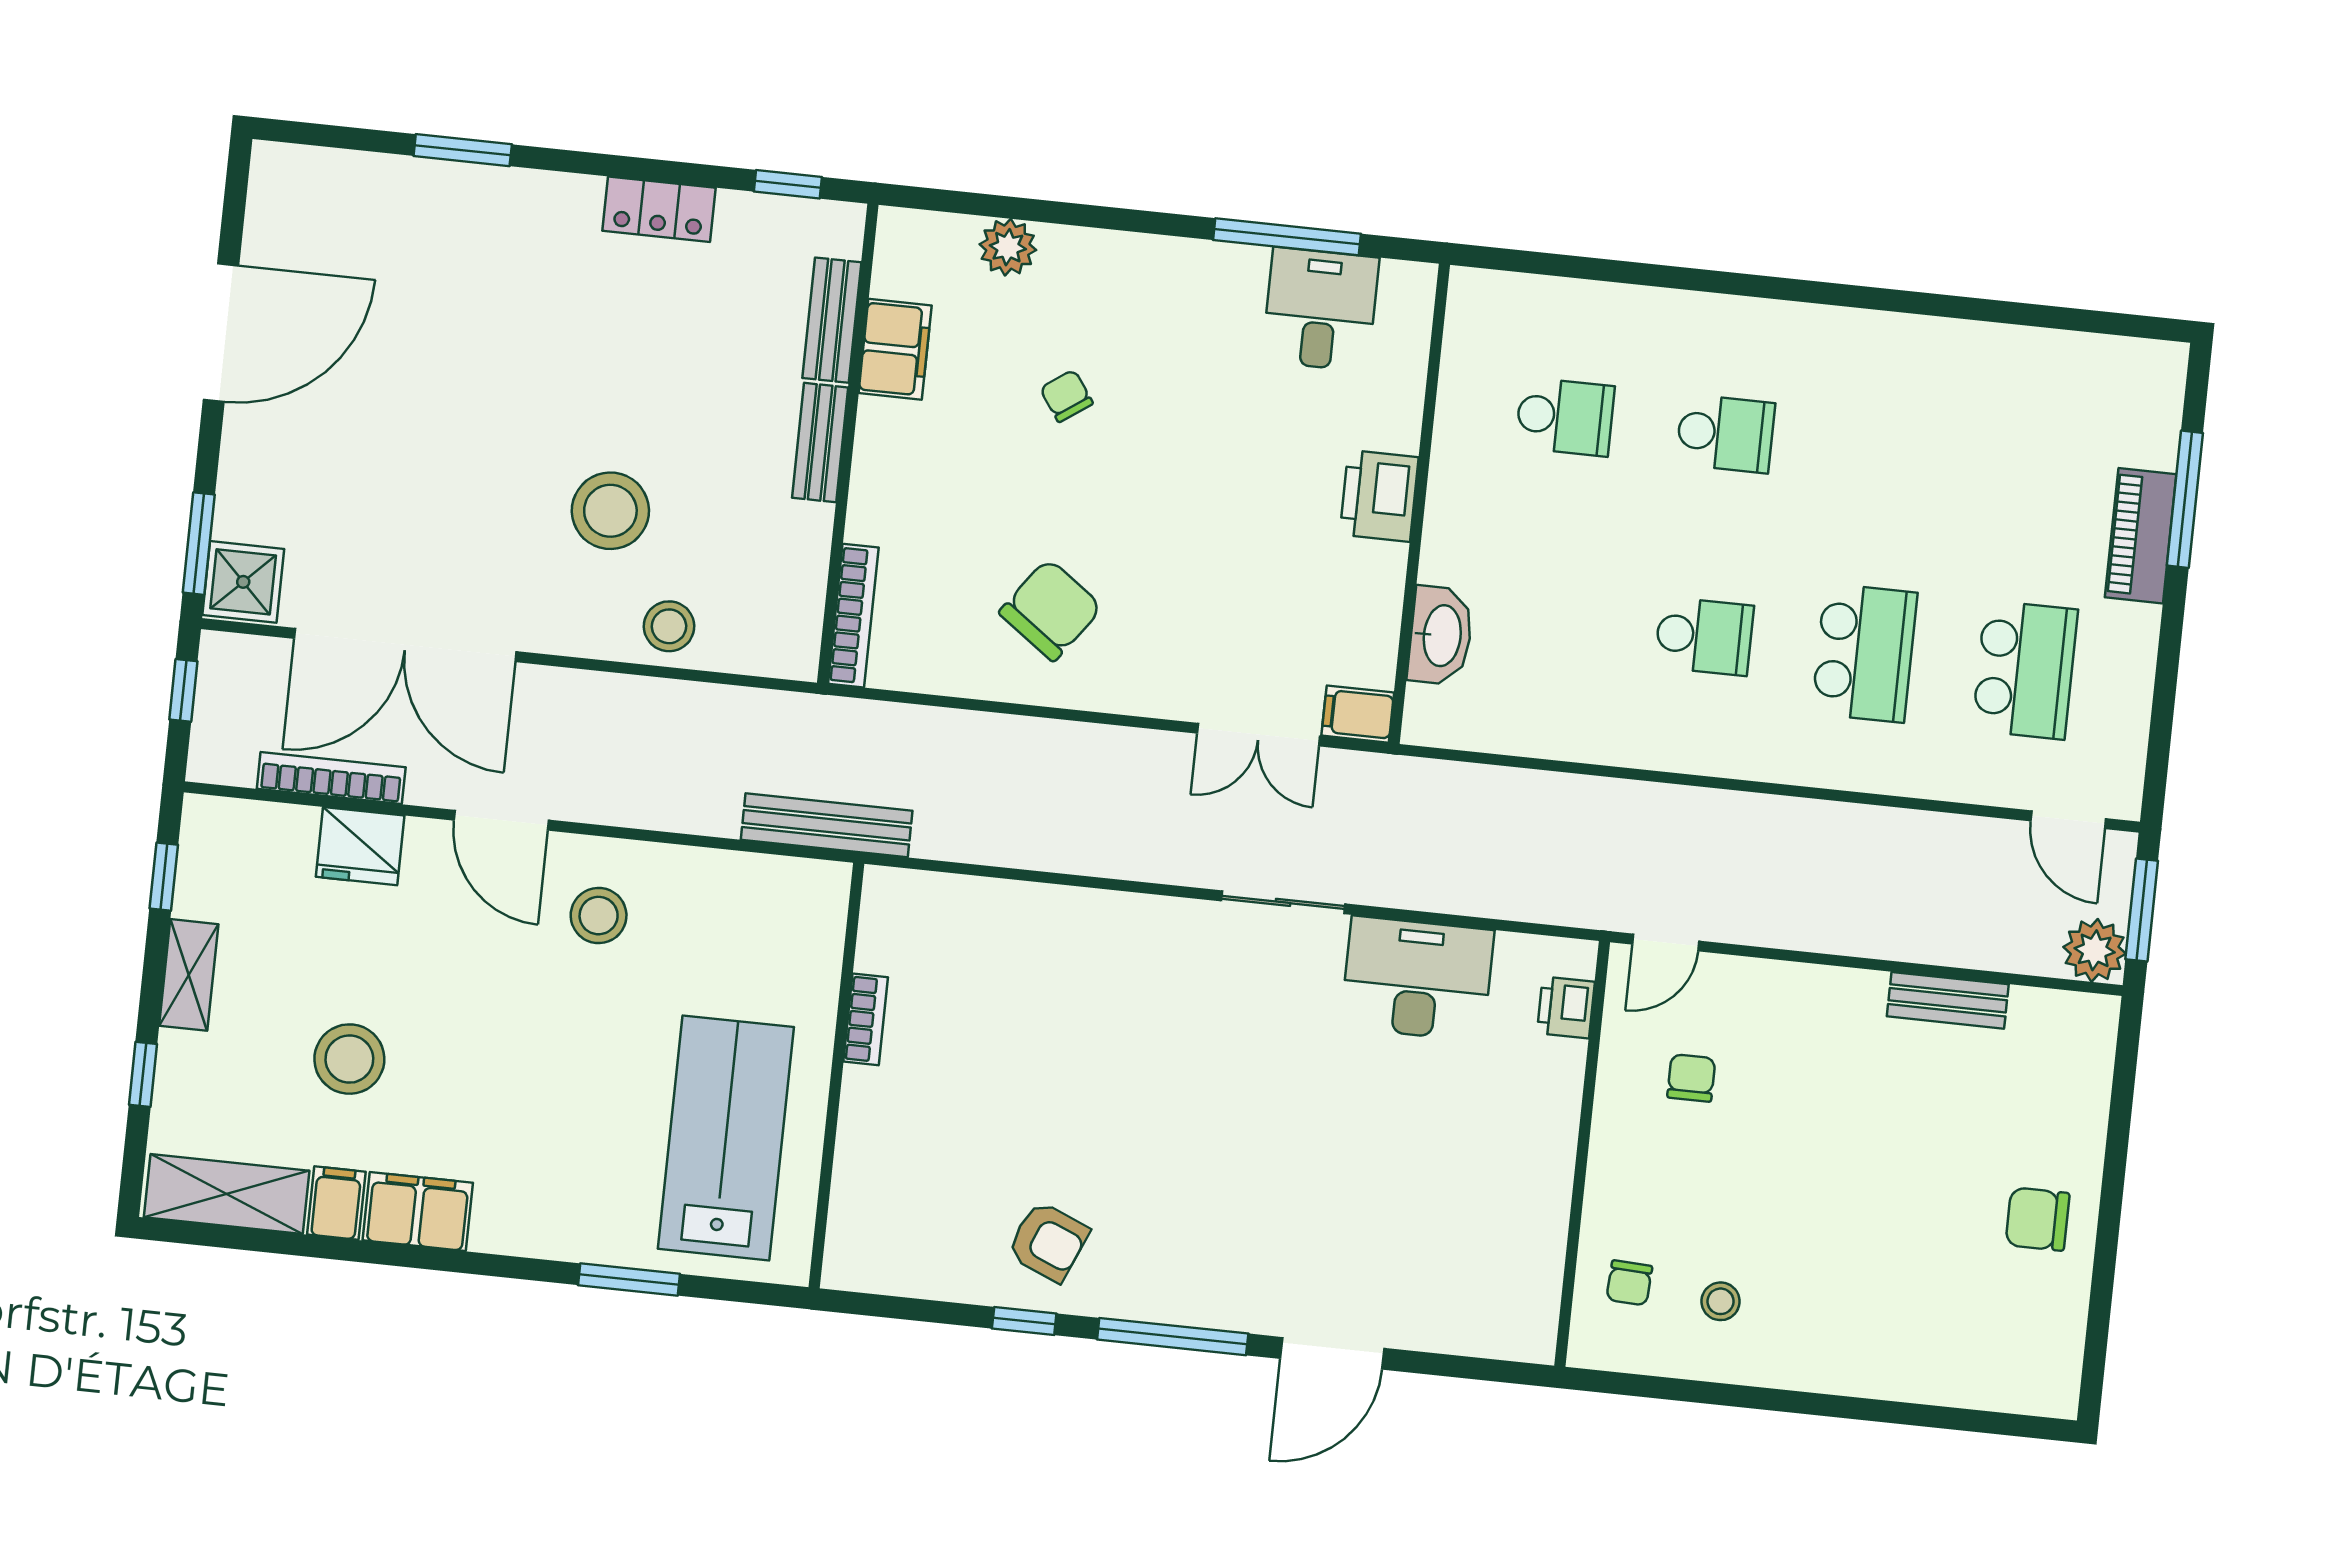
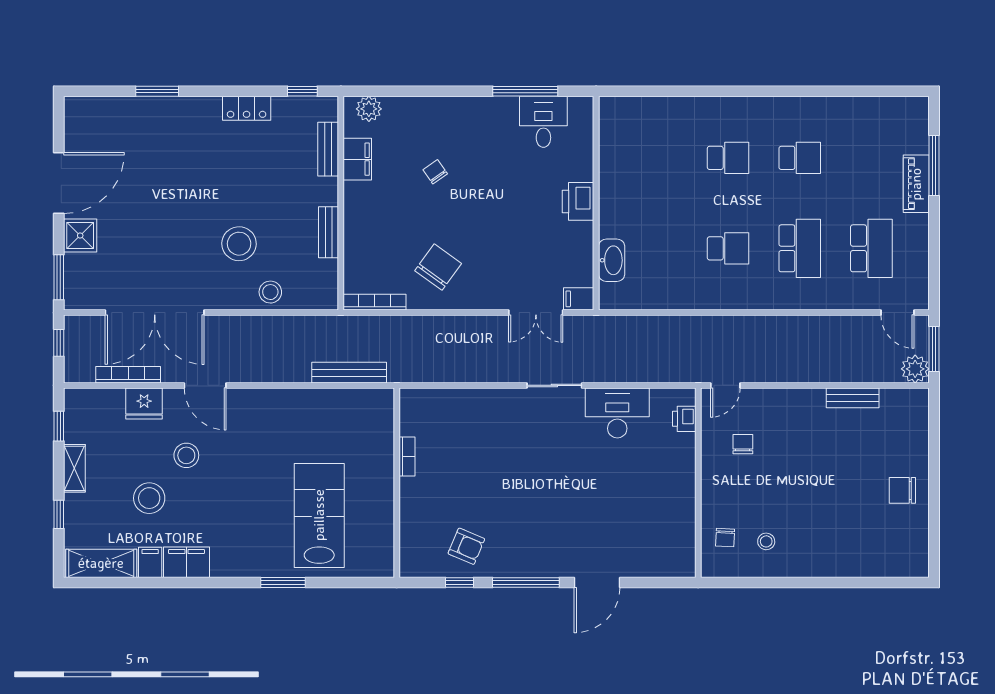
plant: (1008, 247) -> (369, 109), moved
school desk: (1565, 417) -> (800, 158), moved
bench: (820, 443) -> (329, 232), moved
shower: (243, 582) -> (80, 235), moved
bookcase: (853, 616) -> (375, 302), moved, turned -90
stool: (599, 916) -> (186, 455), moved
bookcase: (866, 1019) -> (407, 457), moved
wall: (836, 1076) -> (397, 483), moved

